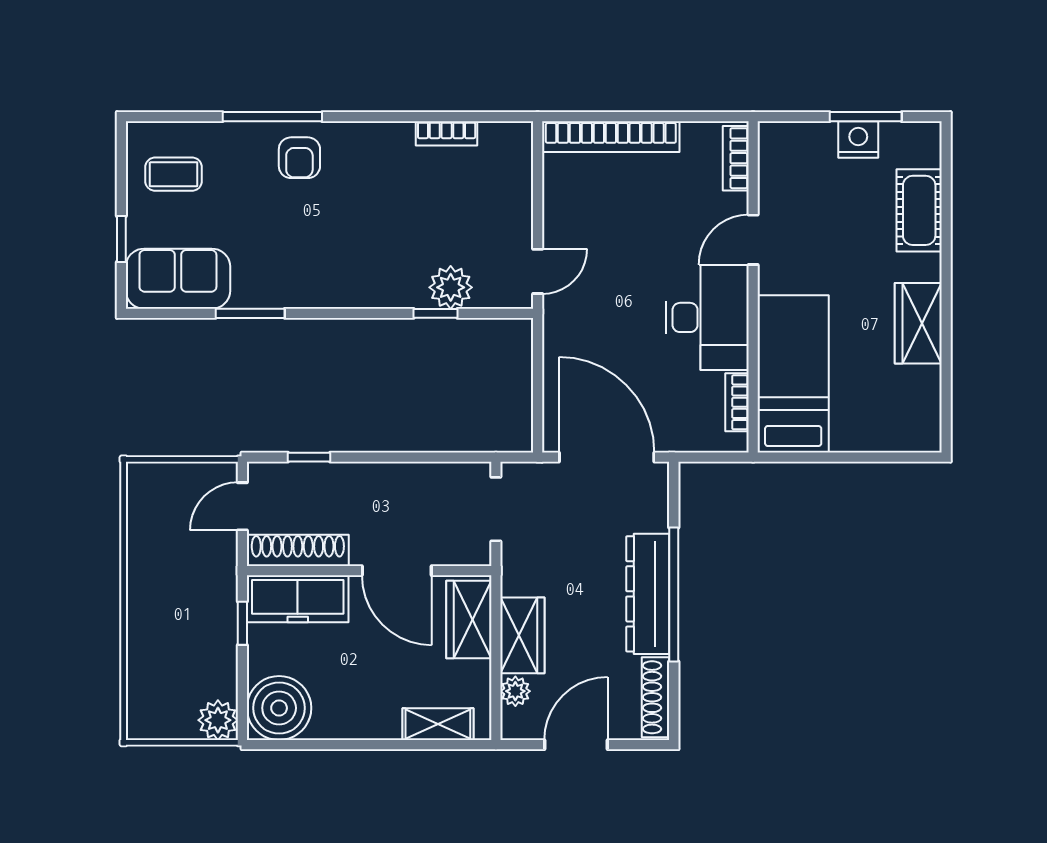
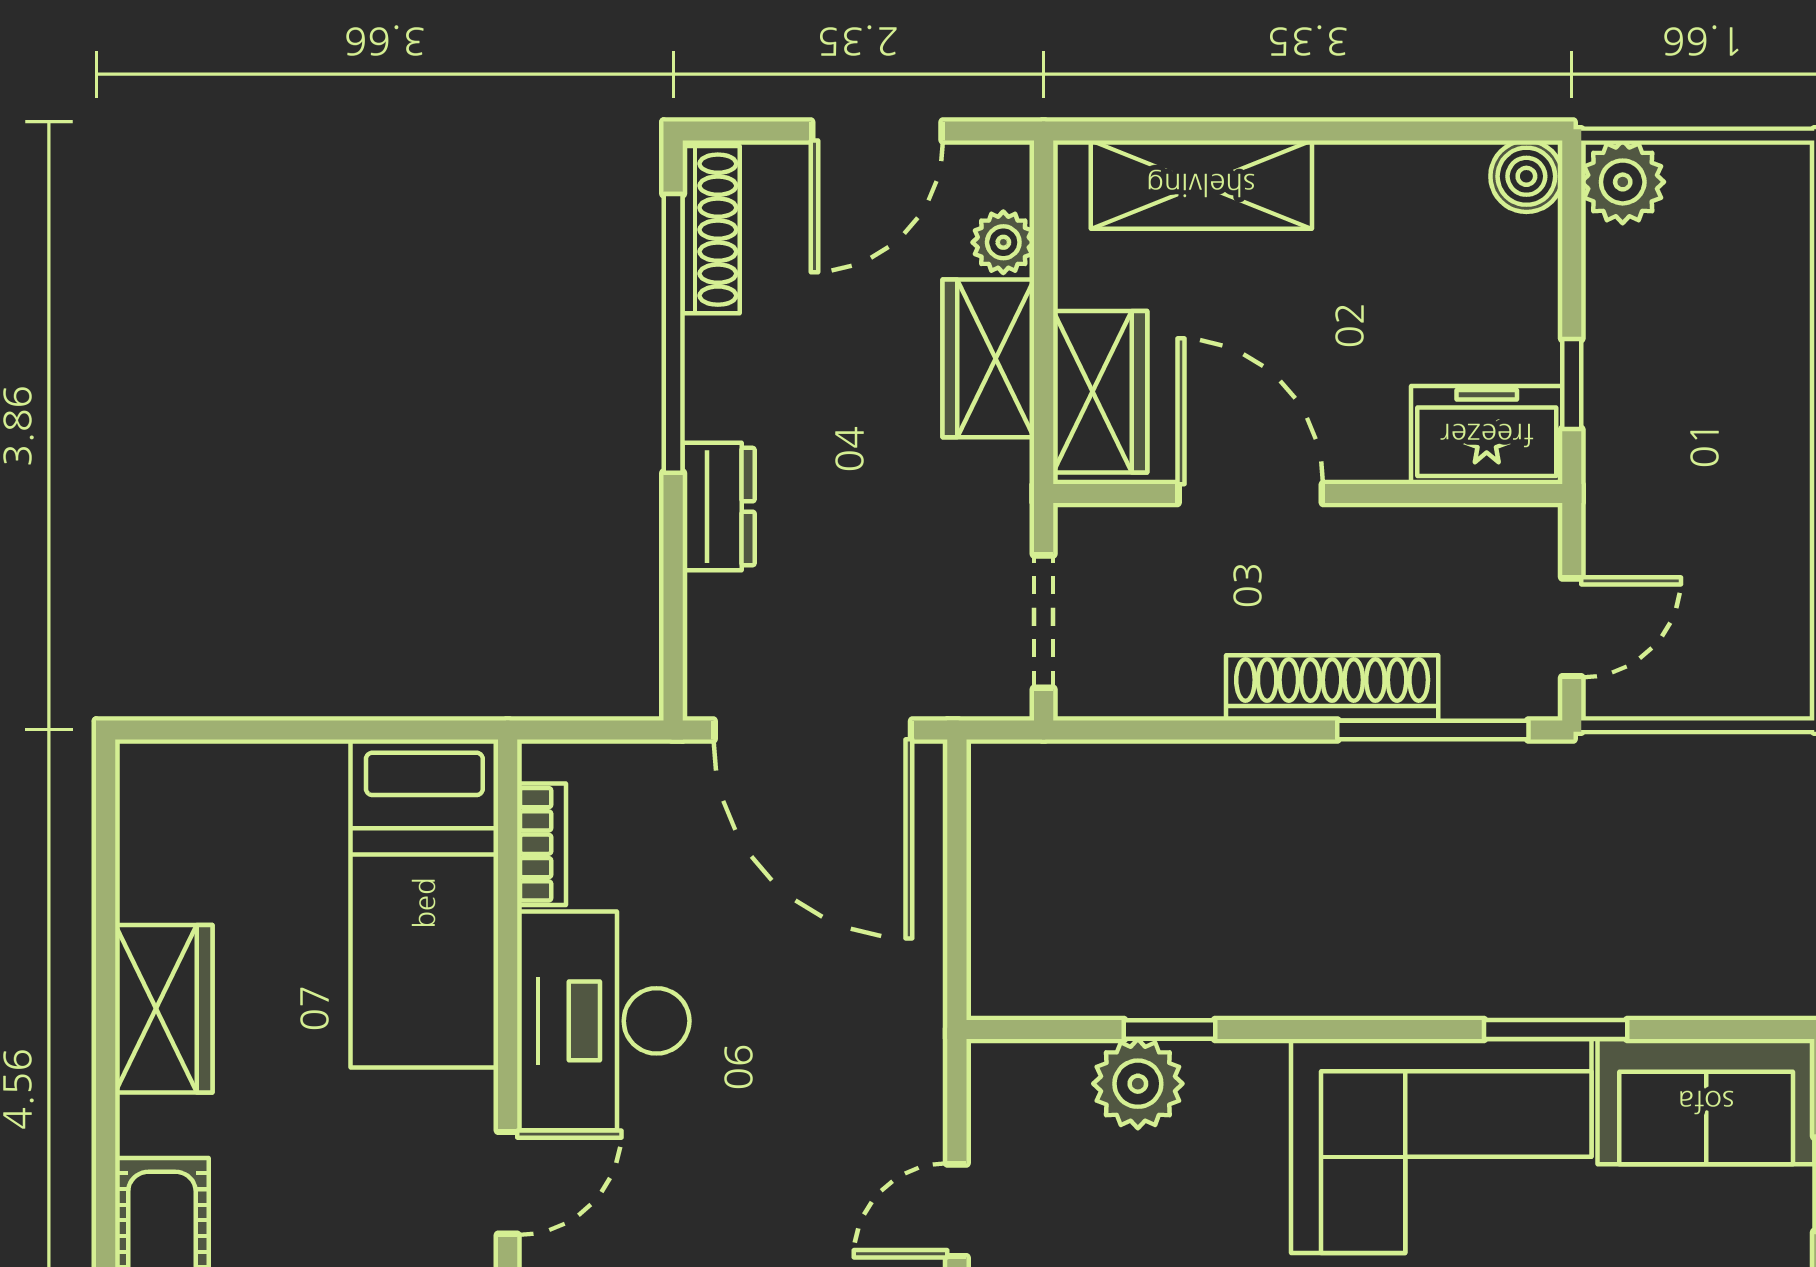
corner sofa: (305, 257) -> (1441, 1146), added
door: (538, 271) -> (957, 1210), moved
window: (309, 457) -> (1433, 730), width x2.17
shoe rack: (298, 550) -> (1332, 688), moved, turned 180
dresser: (648, 594) -> (719, 507), width x0.51, depth x0.80
window: (674, 594) -> (673, 333), moved
freezer: (298, 599) -> (1487, 435), width x0.71
boiler: (279, 708) -> (1526, 176), width x0.54, depth x0.54
shelving: (438, 724) -> (1201, 185), width x1.50, depth x1.33

